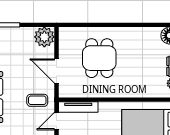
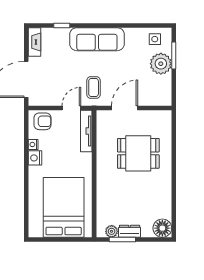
plant: (44, 37) -> (161, 64), moved
door: (56, 121) -> (71, 108), hinge flipped

